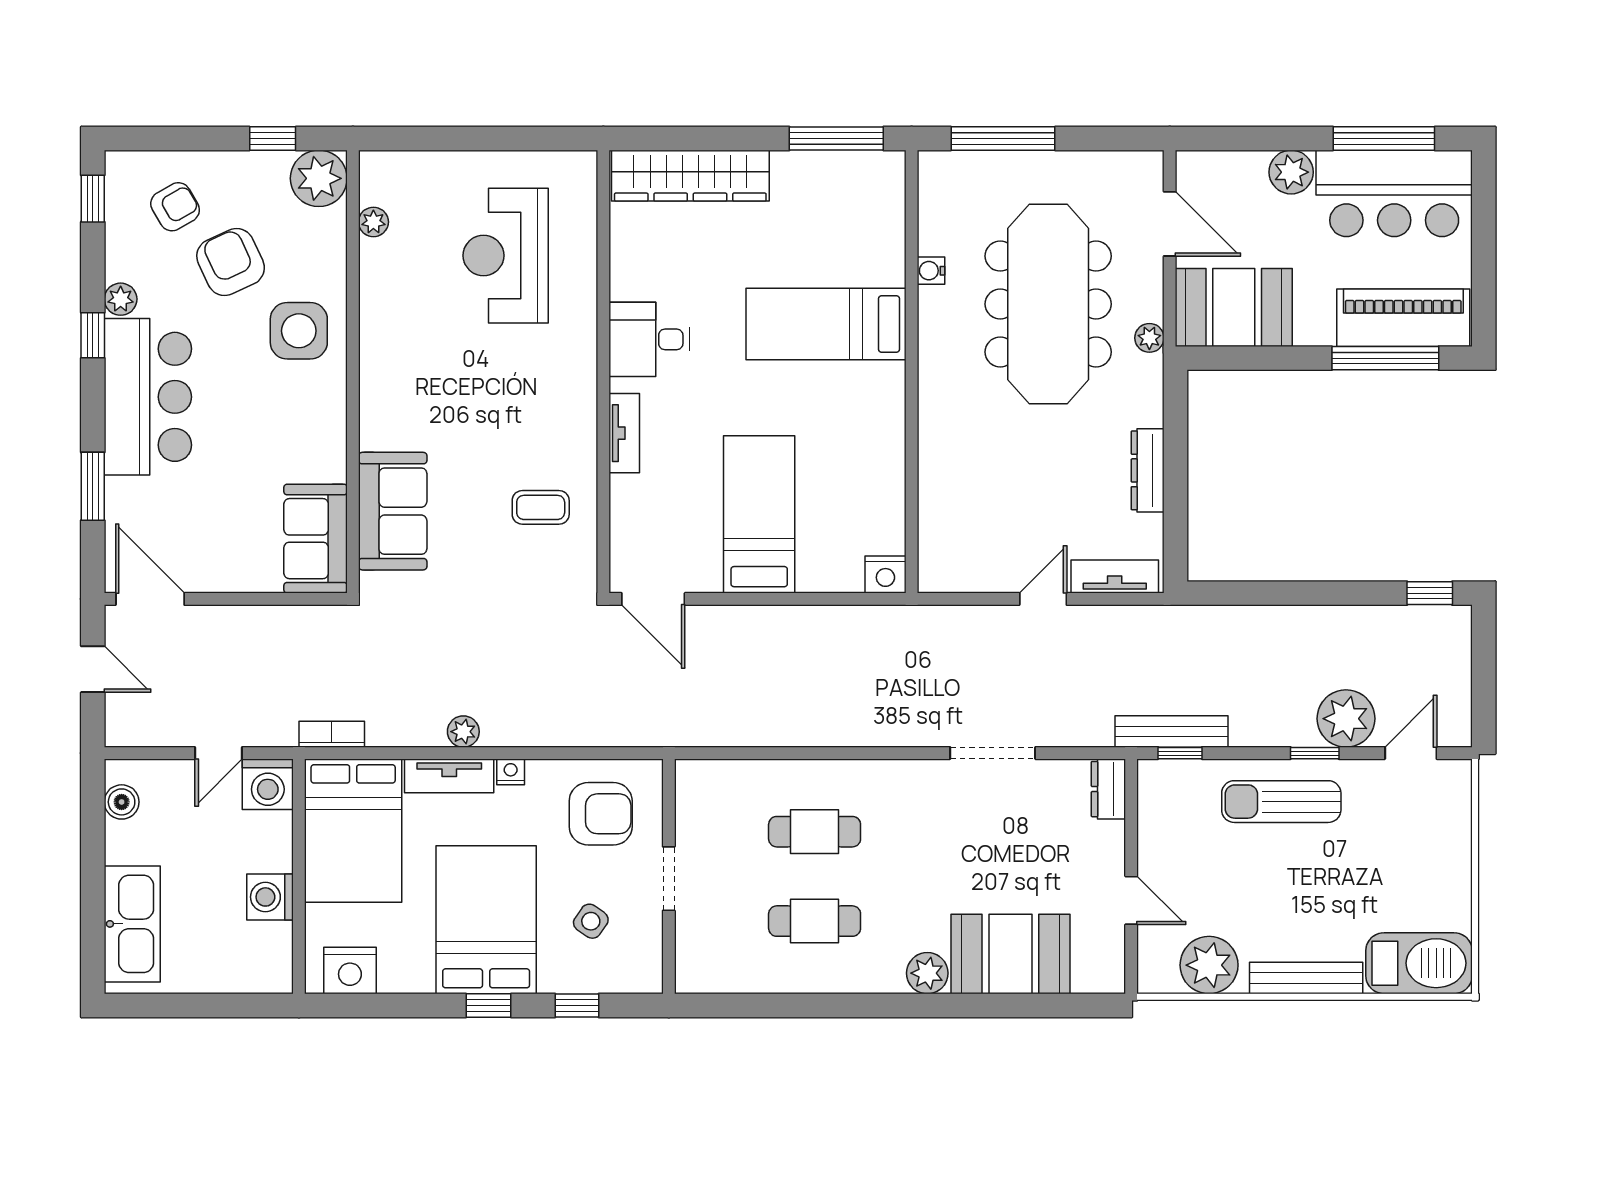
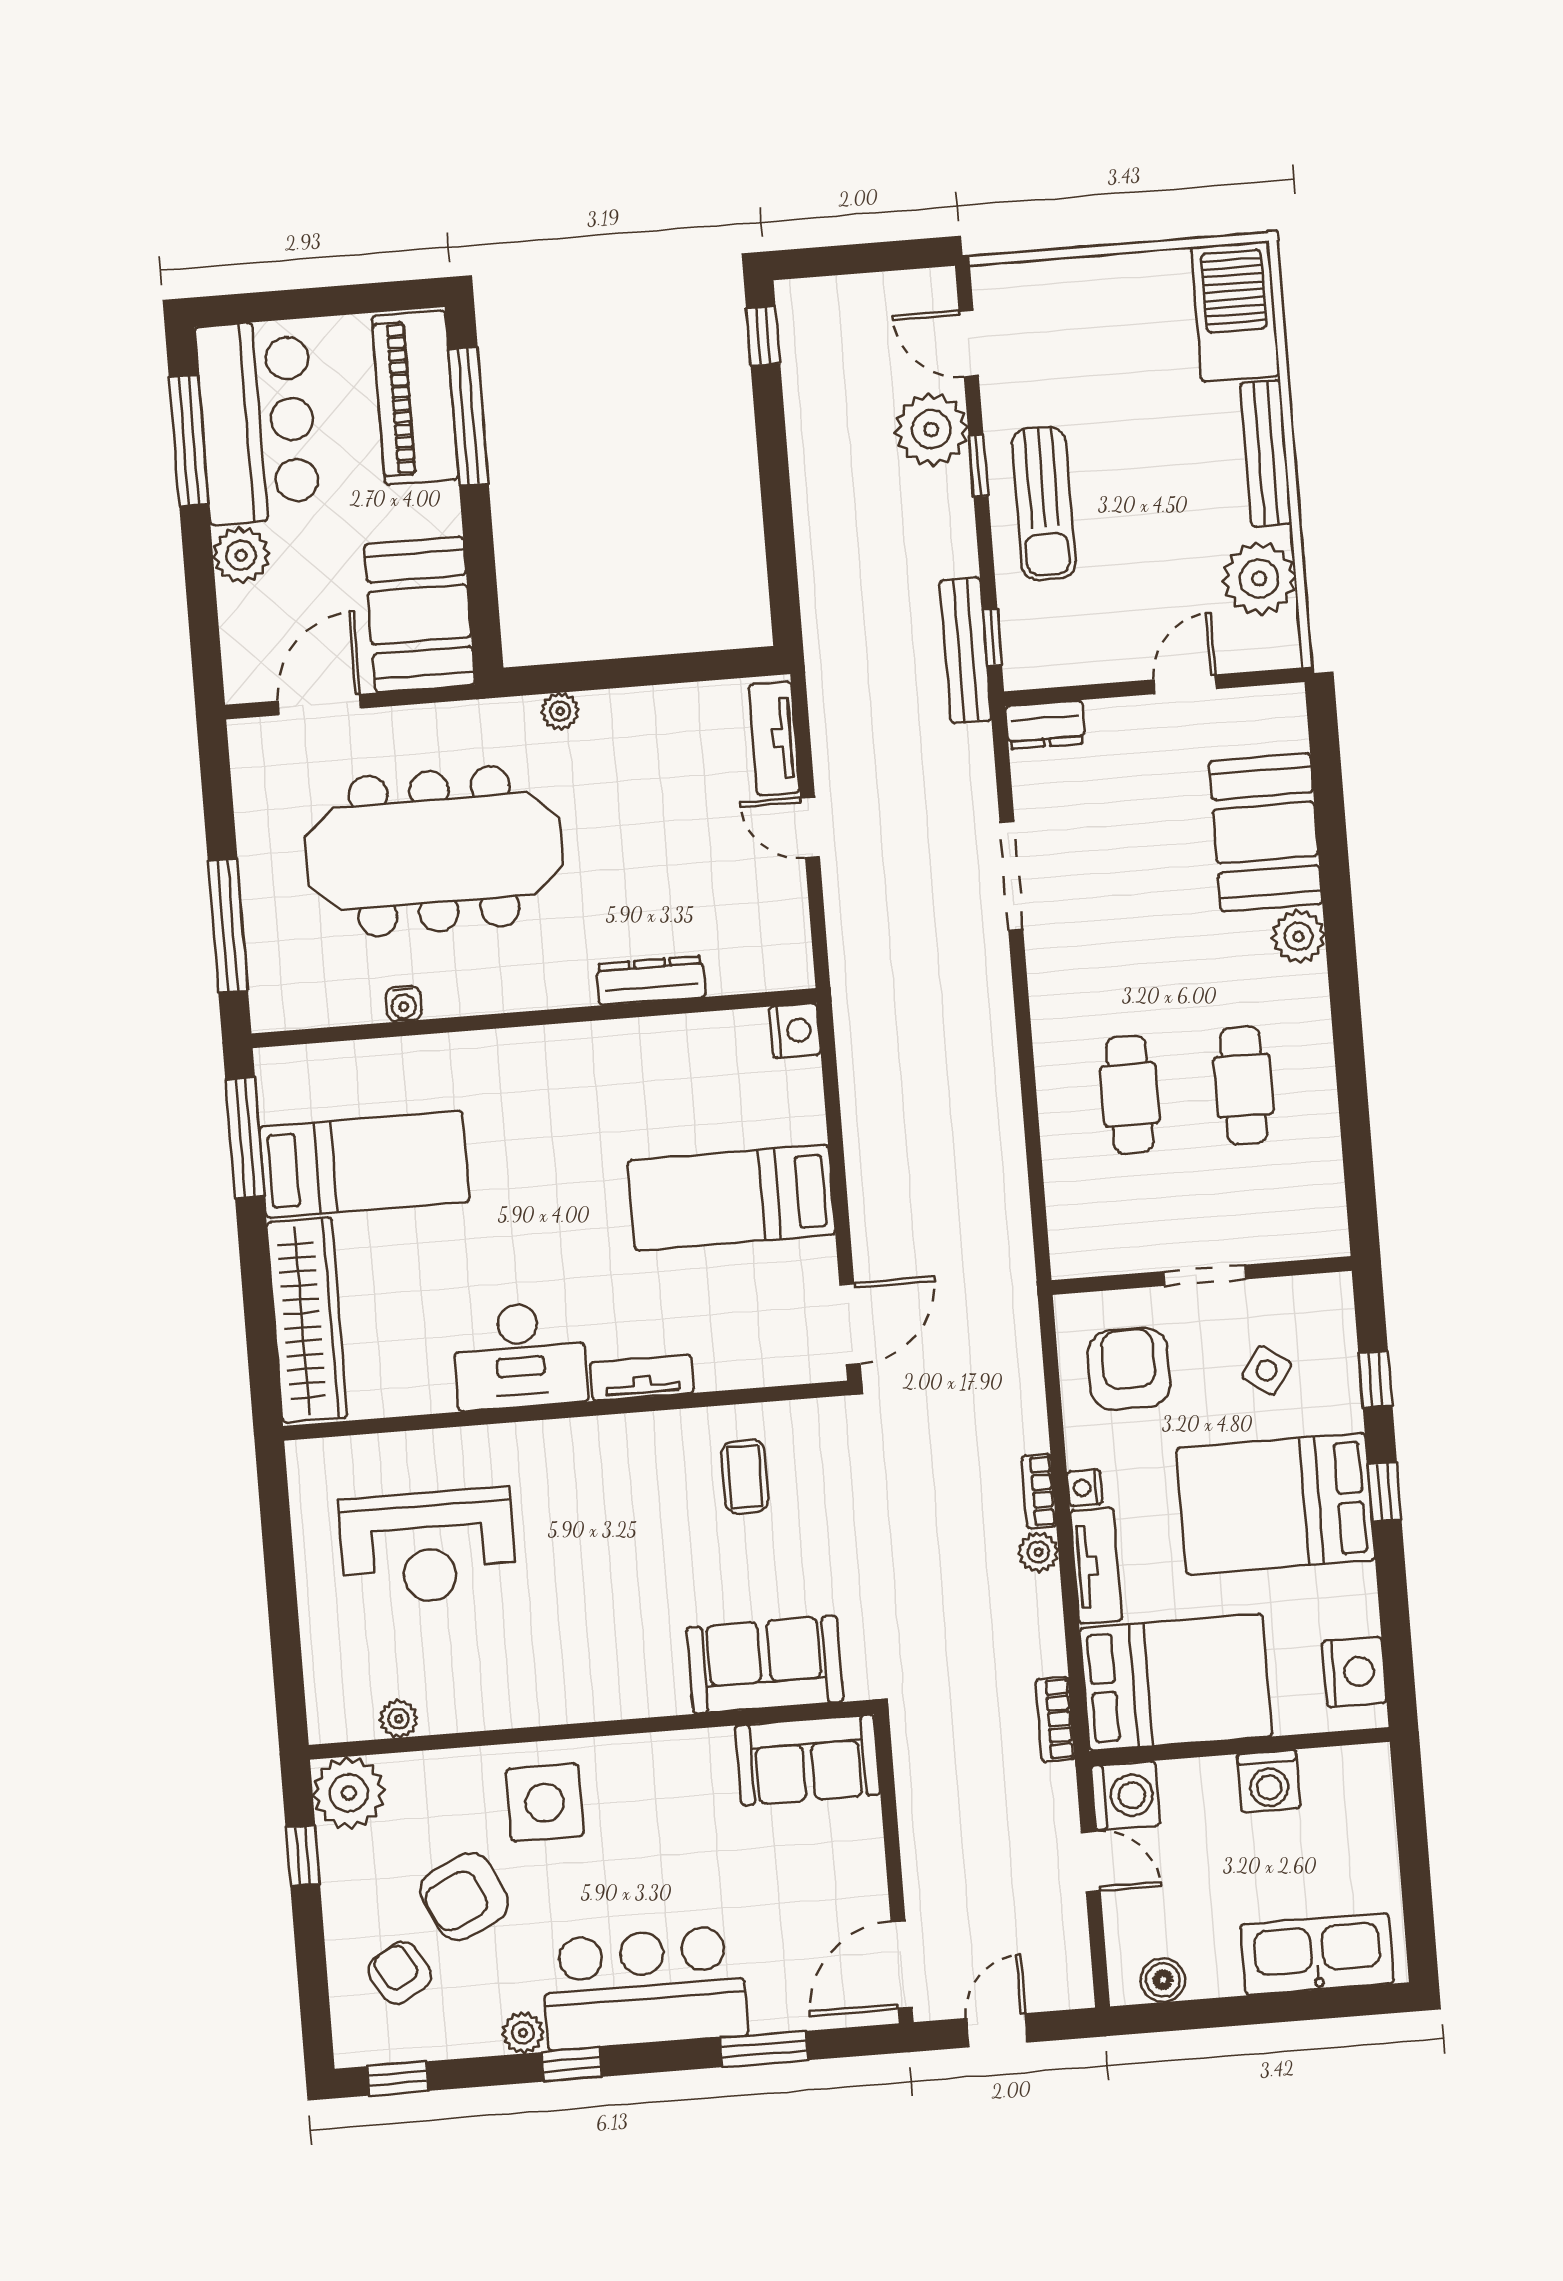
bed: (826, 324) -> (364, 1164), moved, turned -90
plant: (1149, 338) -> (560, 711), moved
desk: (649, 339) -> (520, 1356), width x1.37
dresser: (1148, 470) -> (651, 980), moved, turned 180
bookcase: (511, 736) -> (1039, 1491), added

